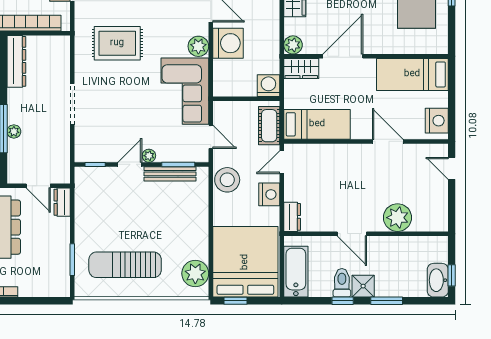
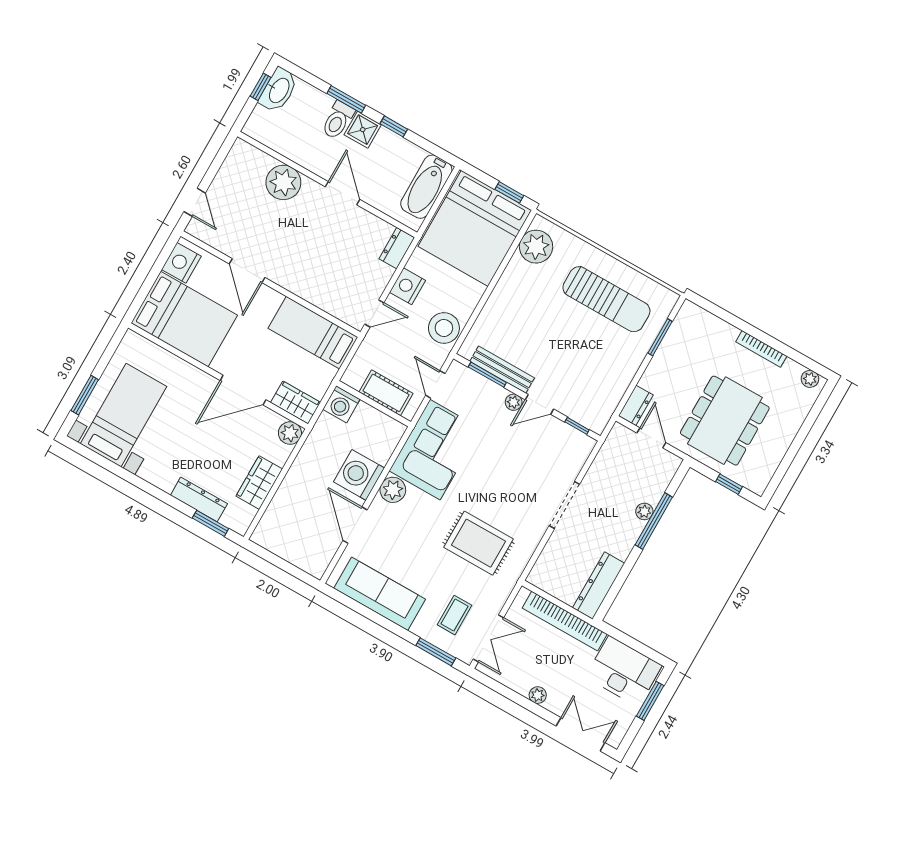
bed: (412, 74) -> (184, 319), width x1.50
cot: (269, 126) -> (386, 393), moved, turned 90
toilet: (342, 283) -> (338, 120), moved

